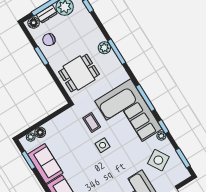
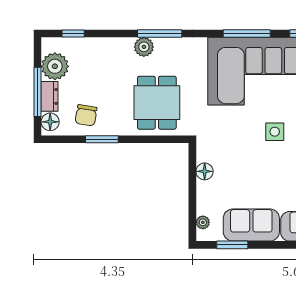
coffee table: (92, 123) -> (235, 127), removed
floor lamp: (40, 132) -> (205, 171), moved

